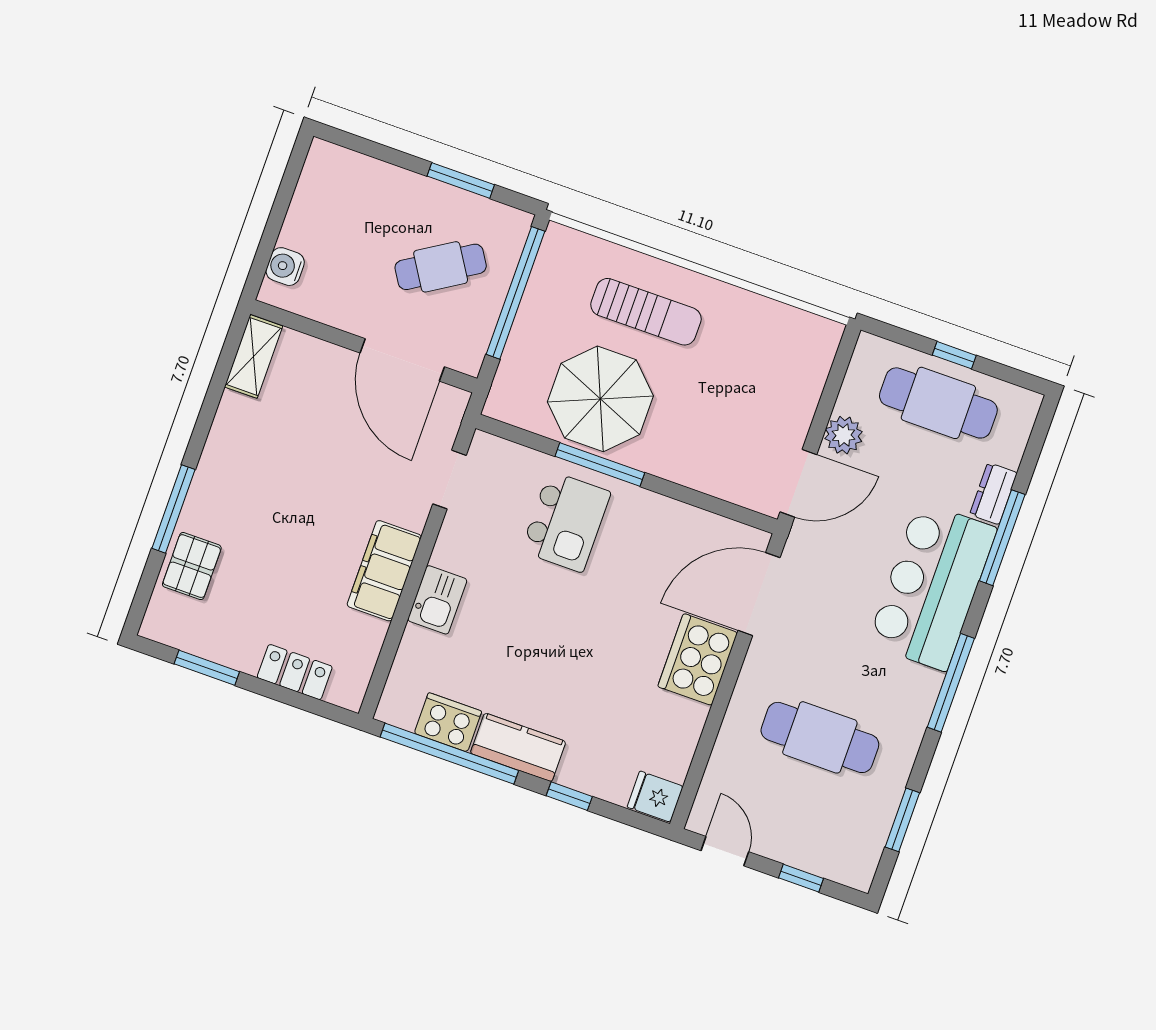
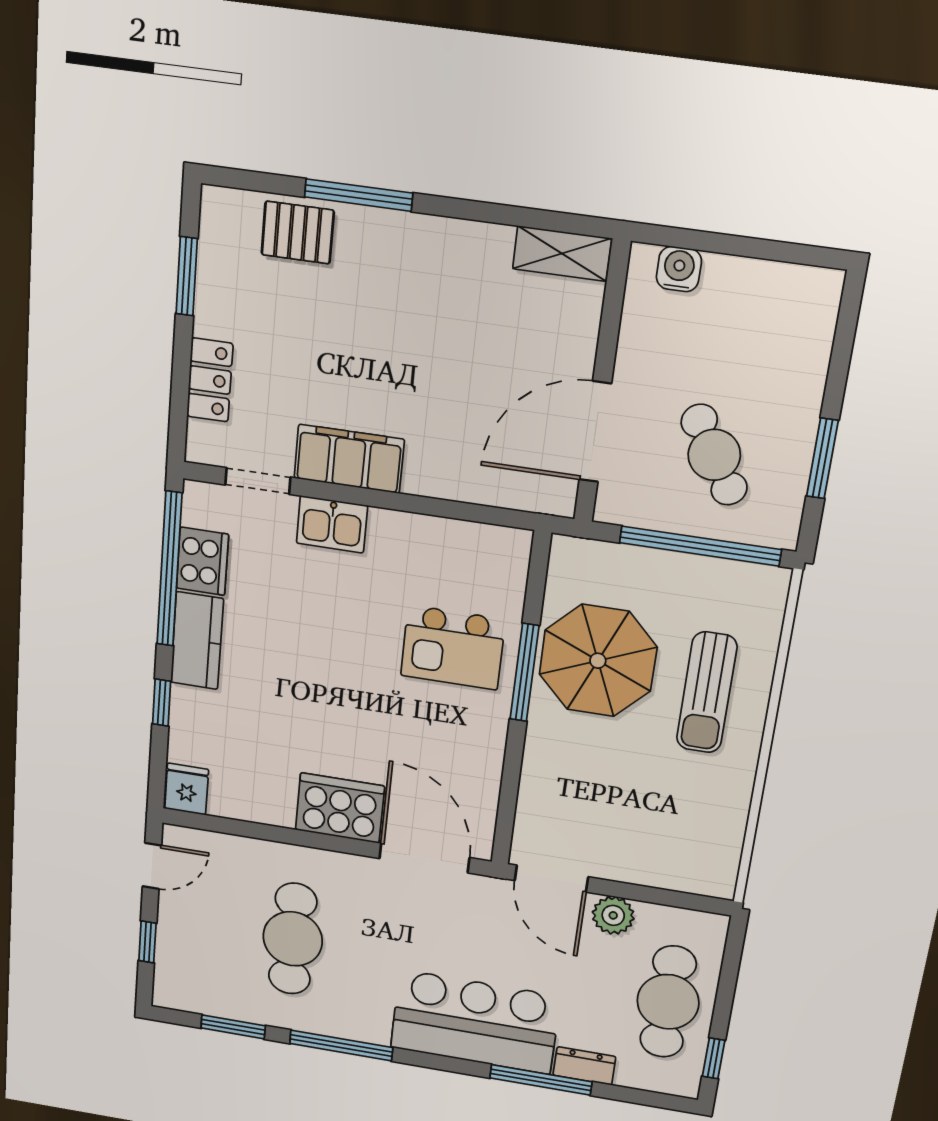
window: (954, 355) -> (714, 1058), moved
doorway: (449, 480) -> (258, 481), moved
window: (951, 683) -> (341, 1046), moved

